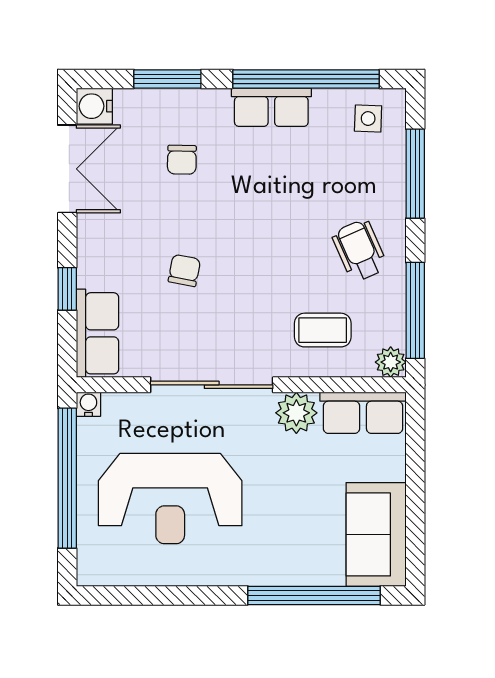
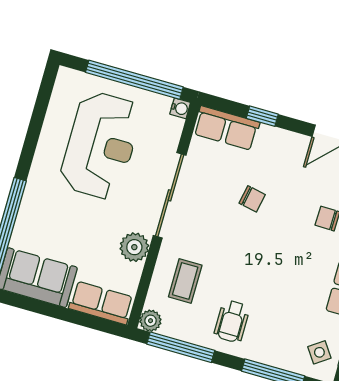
side table: (368, 119) -> (319, 352), turned -37
wheelchair: (360, 251) -> (232, 321), turned 114
row of seats: (363, 413) -> (101, 303), moved, turned 90
reception desk: (170, 499) -> (101, 145), turned 180

